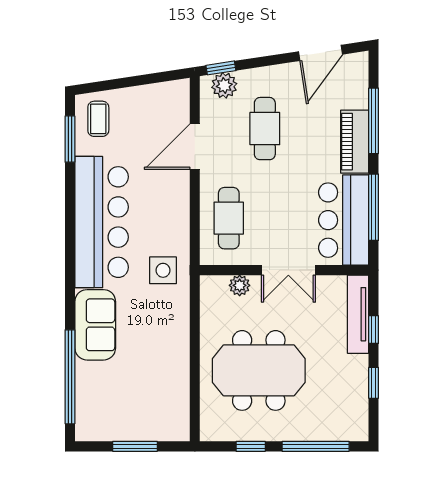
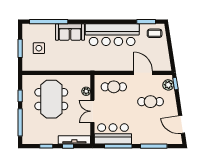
piano: (355, 142) -> (145, 138), removed
side table: (163, 270) -> (39, 48), moved

